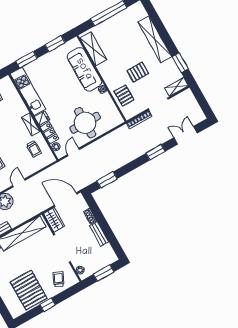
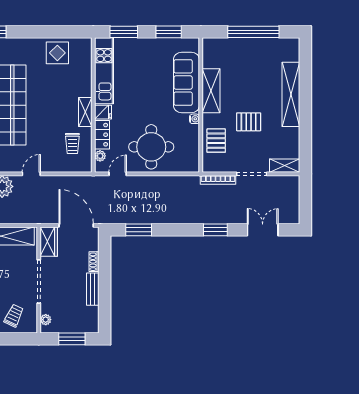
shelving: (93, 49) -> (211, 91), moved
window: (180, 63) -> (305, 139), removed

